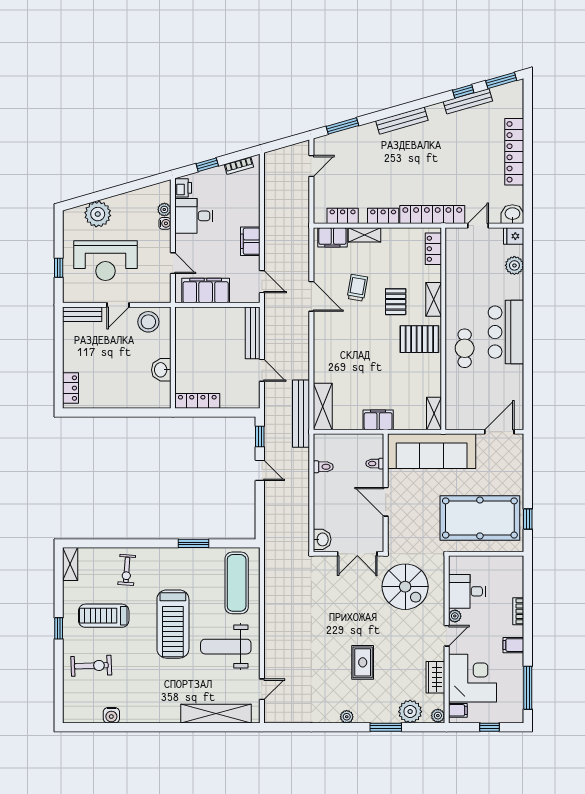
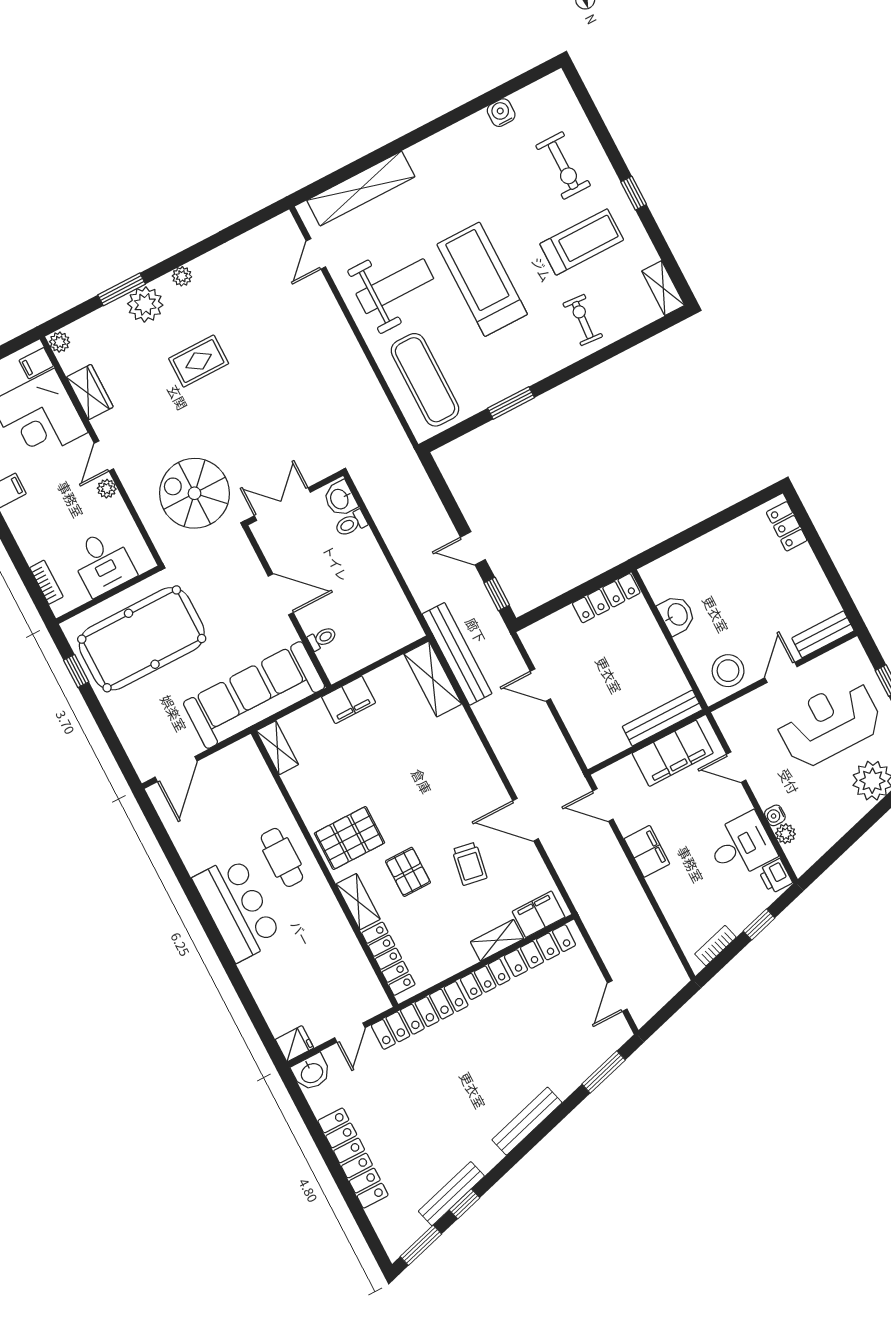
locker: (343, 216) -> (540, 951), width x1.53
locker: (433, 249) -> (388, 959), width x1.53
plant: (514, 265) -> (273, 1004), removed
bench: (253, 333) -> (662, 718), moved, turned 90
toilet: (323, 467) -> (351, 523), moved
desk: (467, 591) -> (103, 563), moved, turned 90
bookcase: (518, 611) -> (46, 582), moved
rug: (363, 662) -> (199, 361), turned 90
exercise bike: (91, 666) -> (563, 166), turned -88
plant: (410, 712) -> (145, 304), moved

